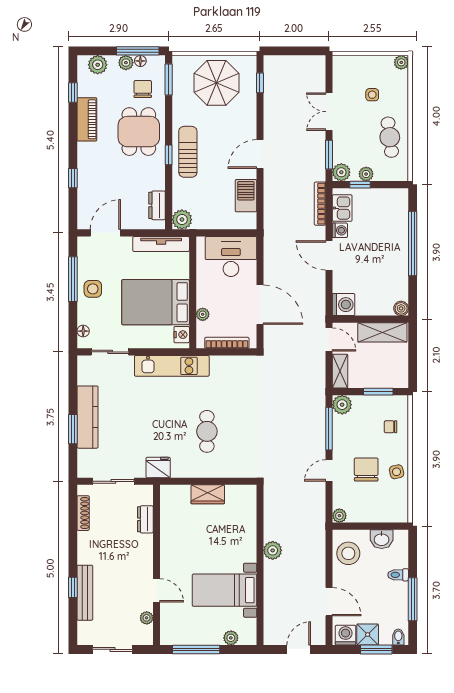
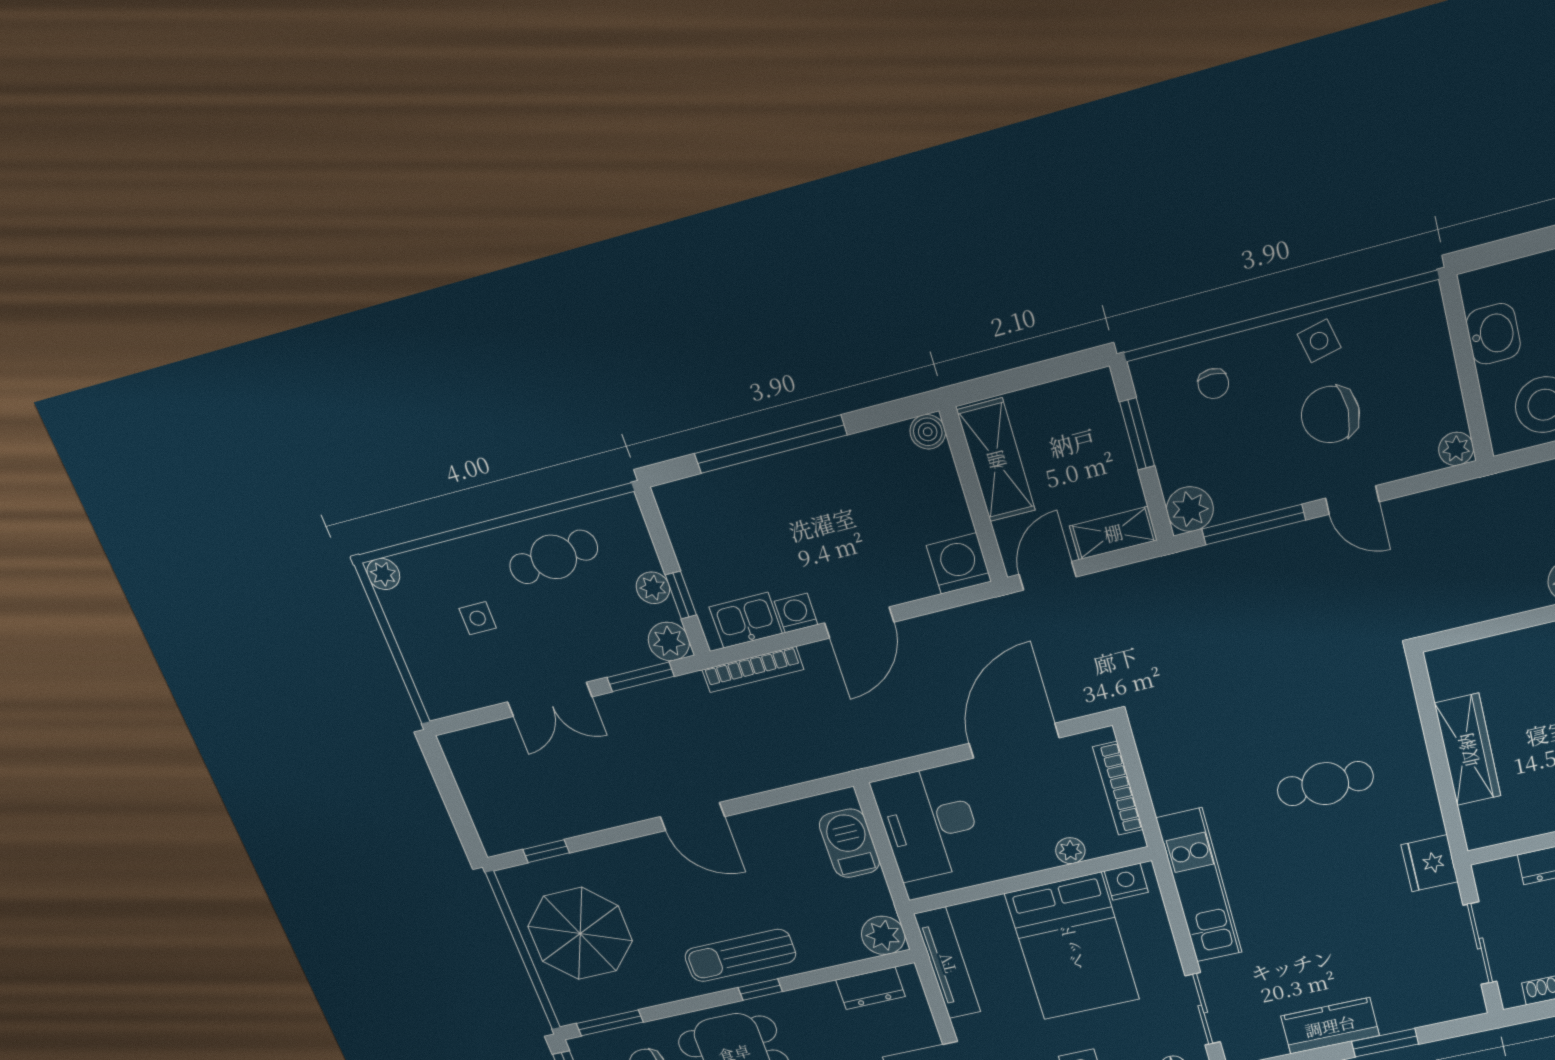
barbecue: (246, 196) -> (849, 843), moved, turned 90
kitchen counter: (88, 417) -> (1330, 1026), width x0.67
wardrobe: (208, 494) -> (1468, 750), width x1.50

